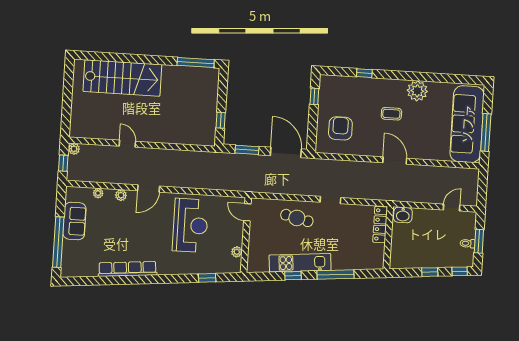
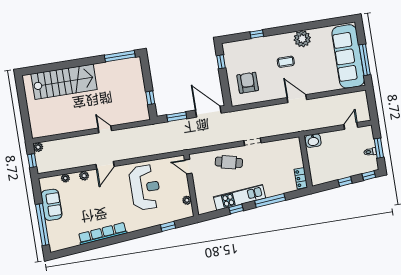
door: (127, 144) -> (105, 129), moved
locker: (380, 225) -> (301, 178), moved, width x0.66

